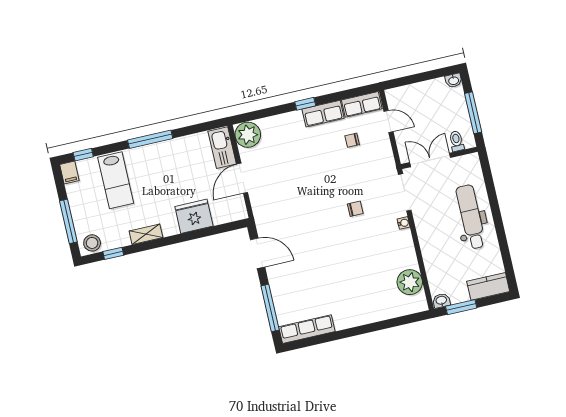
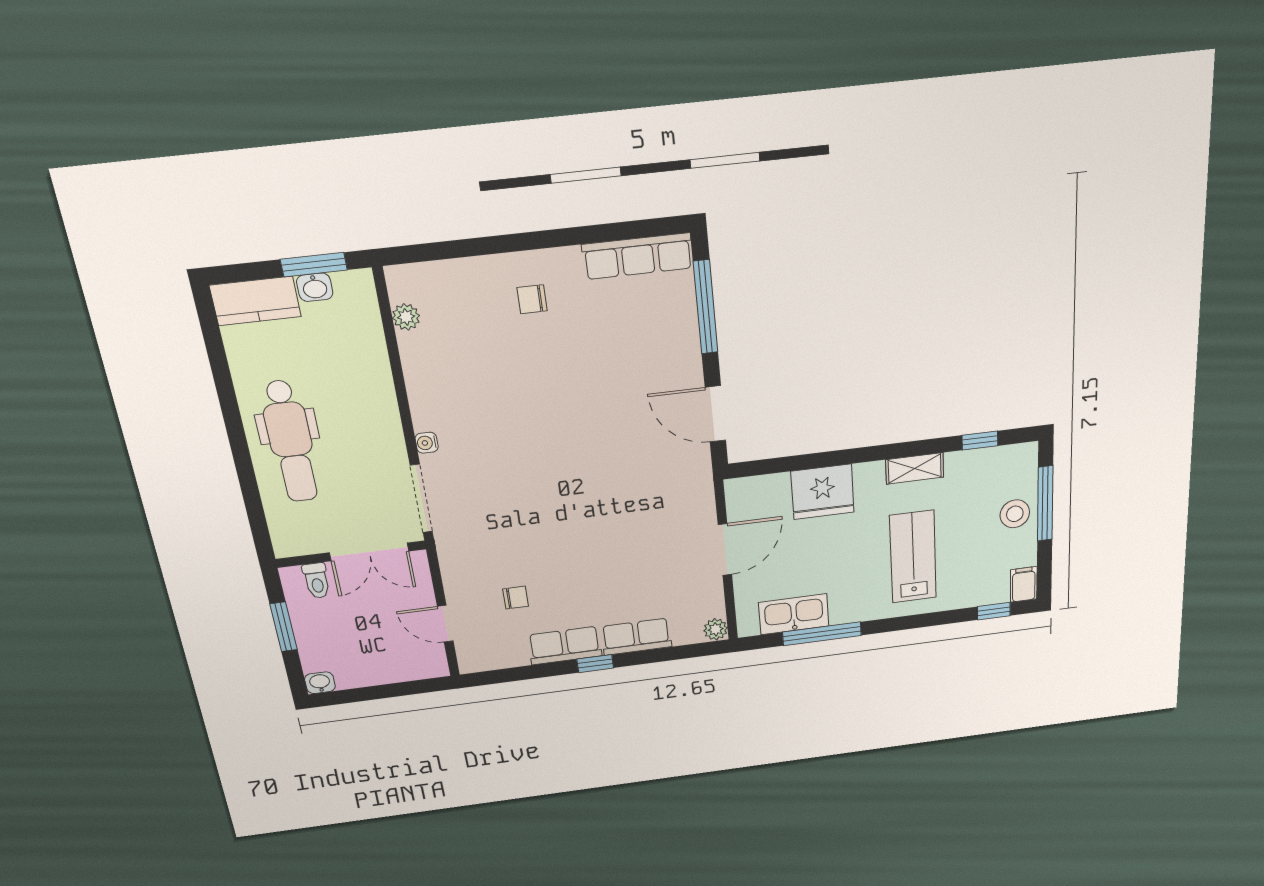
row of seats: (362, 104) -> (636, 637), moved
window: (473, 113) -> (284, 627), width x0.69
plant: (248, 135) -> (716, 629), width x0.53, depth x0.53
window: (150, 139) -> (822, 634), moved
kitchen sink: (222, 148) -> (794, 614), moved, turned -90
lab bench: (116, 180) -> (913, 557), moved
chair: (355, 209) -> (532, 299), moved
stool: (92, 243) -> (1015, 514), moved
plant: (410, 282) -> (406, 317), width x0.53, depth x0.53
washbasin: (441, 301) -> (315, 287), moved

